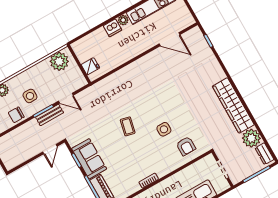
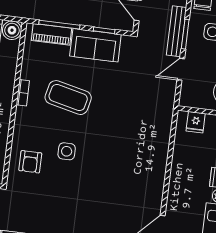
bench: (50, 115) -> (176, 31), width x1.36
coffee table: (128, 126) -> (68, 98), moved, width x1.86, depth x1.72
armchair: (186, 146) -> (30, 162), turned -90

